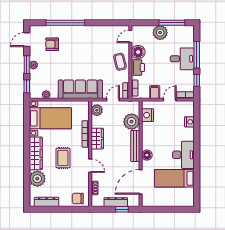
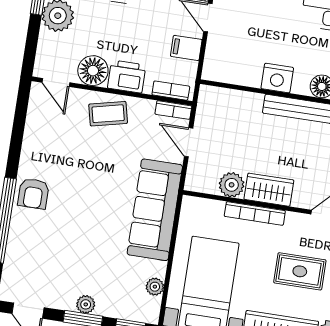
armchair: (52, 44) -> (33, 194), moved
plant: (97, 110) -> (232, 185), moved
nightstand: (147, 115) -> (277, 78), moved
plant: (132, 122) -> (243, 109), removed

